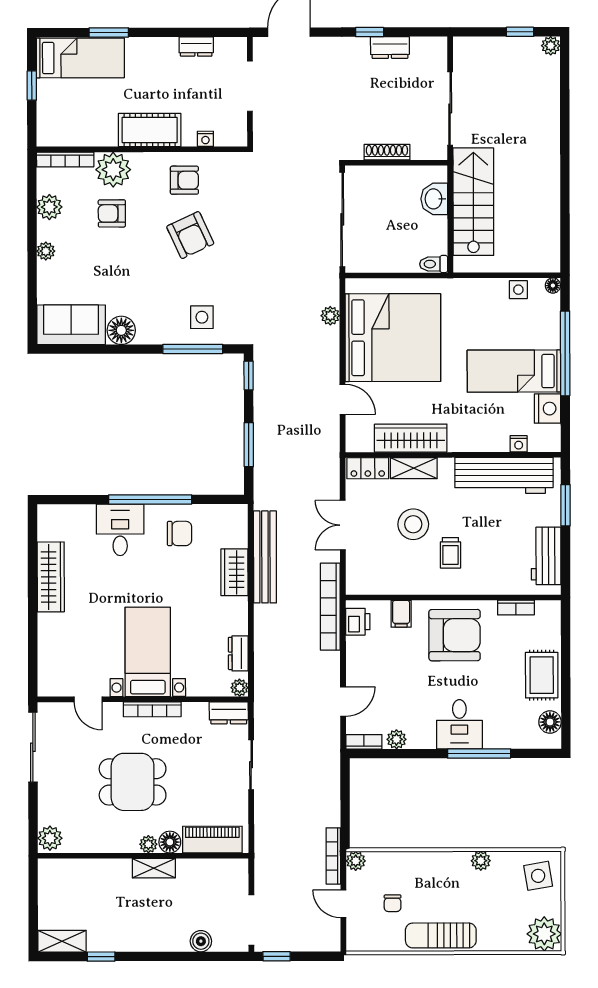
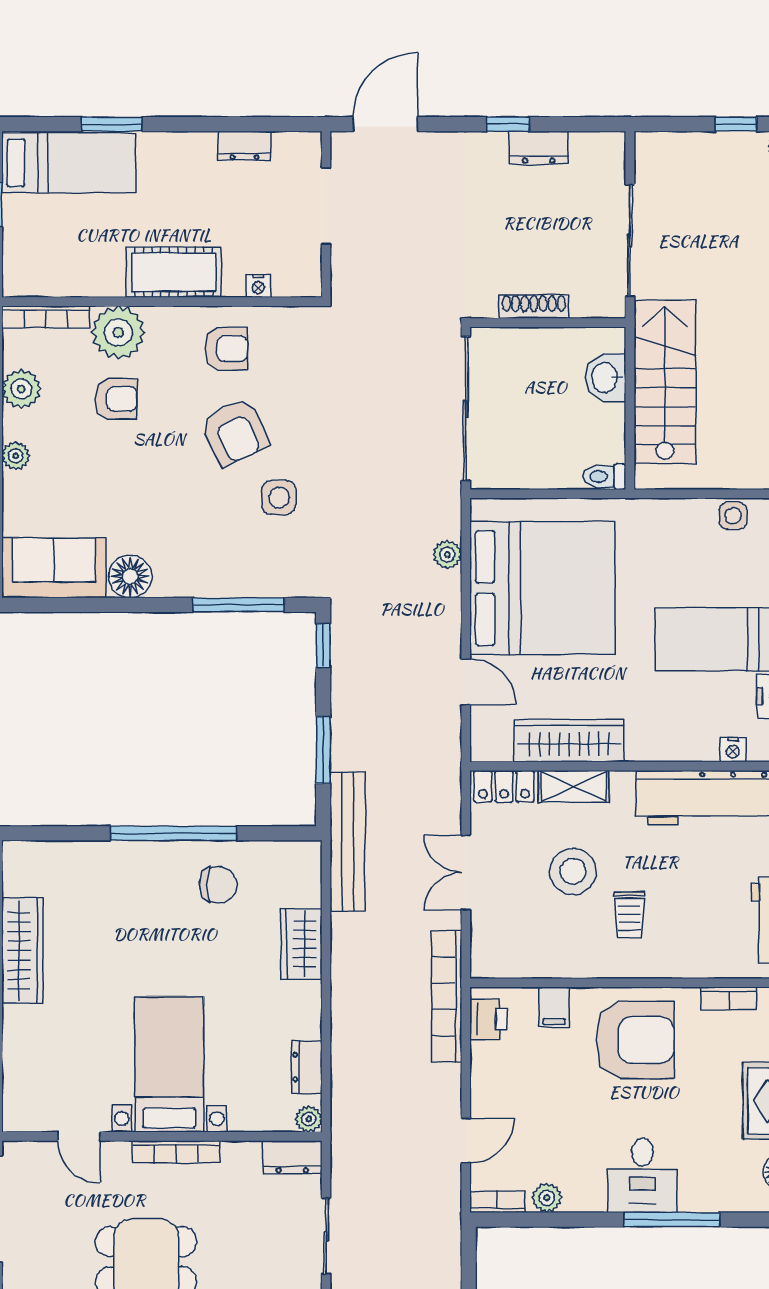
armchair: (112, 213) -> (116, 399), turned 180
side table: (202, 317) -> (279, 497), moved
desk: (120, 530) -> (128, 879), removed
bench: (265, 557) -> (348, 842), moved

